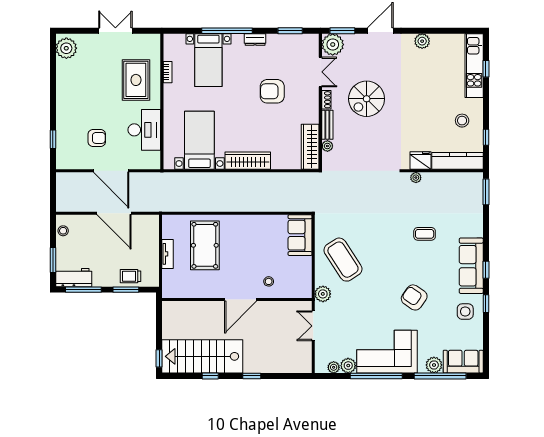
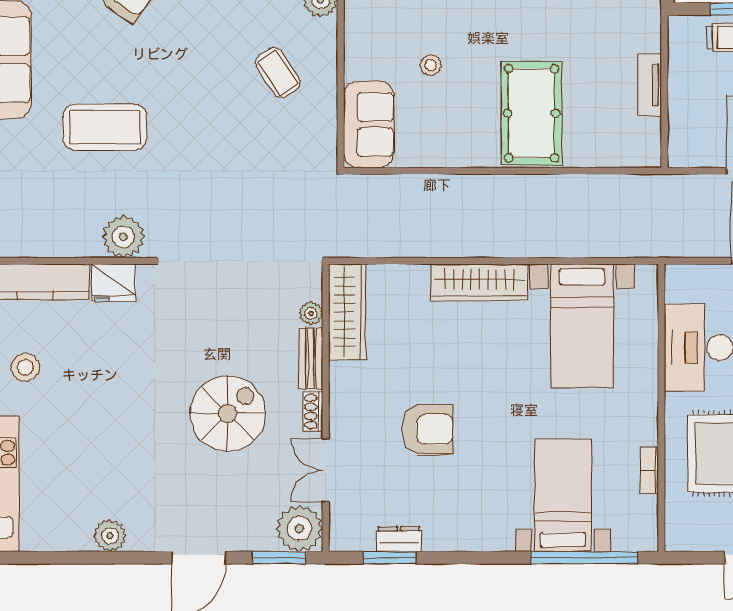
window: (227, 31) -> (584, 558), moved
dresser: (255, 40) -> (399, 539), moved
plant: (416, 178) -> (123, 237), width x1.88, depth x1.88
coffee table: (425, 234) -> (105, 127), width x1.86, depth x1.72
pool table: (205, 245) -> (532, 113), moved
coffee table: (343, 260) -> (278, 73), width x0.54, depth x0.58
stool: (269, 281) -> (431, 65), moved

